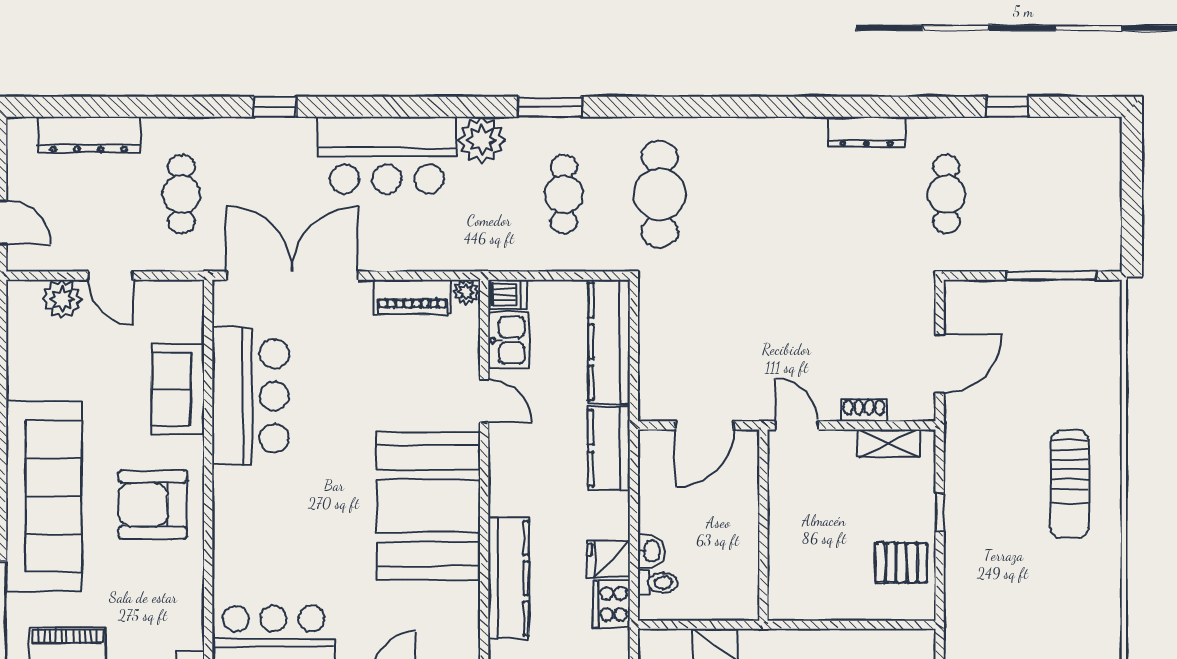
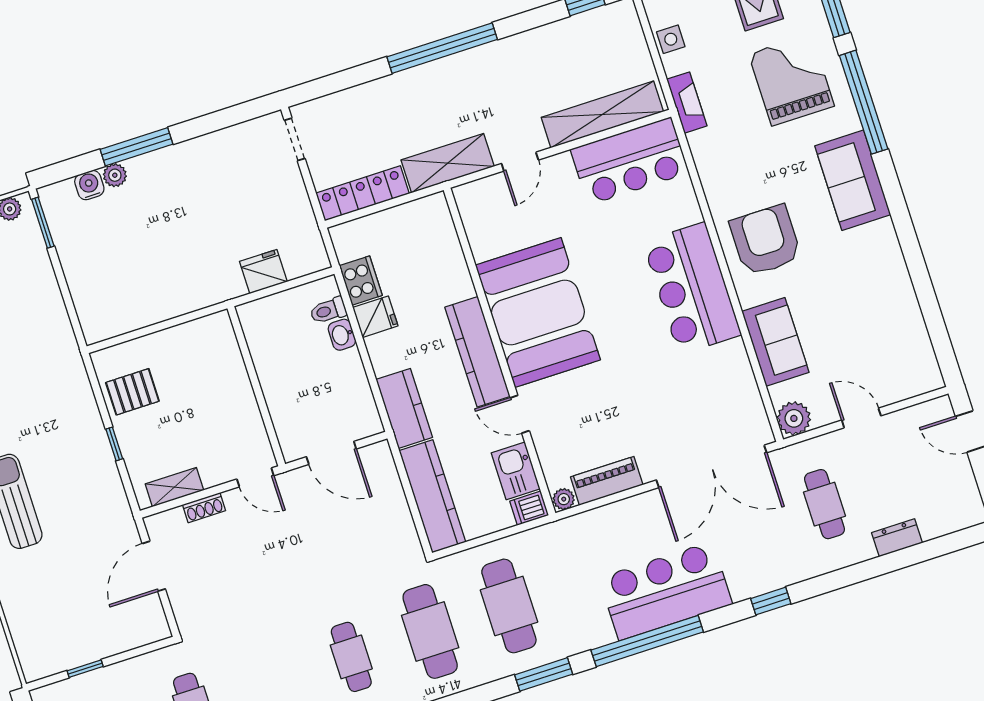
window: (425, 107) -> (647, 641), added
dresser: (89, 135) -> (897, 538), width x0.51, depth x0.80
plant: (482, 140) -> (591, 629), removed
cafe table: (564, 194) -> (509, 606), width x1.37, depth x1.35
cafe table: (755, 194) -> (351, 657), added
window: (1051, 276) -> (85, 669), width x0.46
plant: (62, 299) -> (794, 418), moved
bar counter: (250, 396) -> (692, 288), moved
door: (705, 425) -> (331, 453), swing flipped
sofa: (44, 496) -> (853, 180), width x0.54, depth x0.79
armchair: (153, 505) -> (766, 240), turned -90
kitchen counter: (508, 578) -> (478, 352), moved

